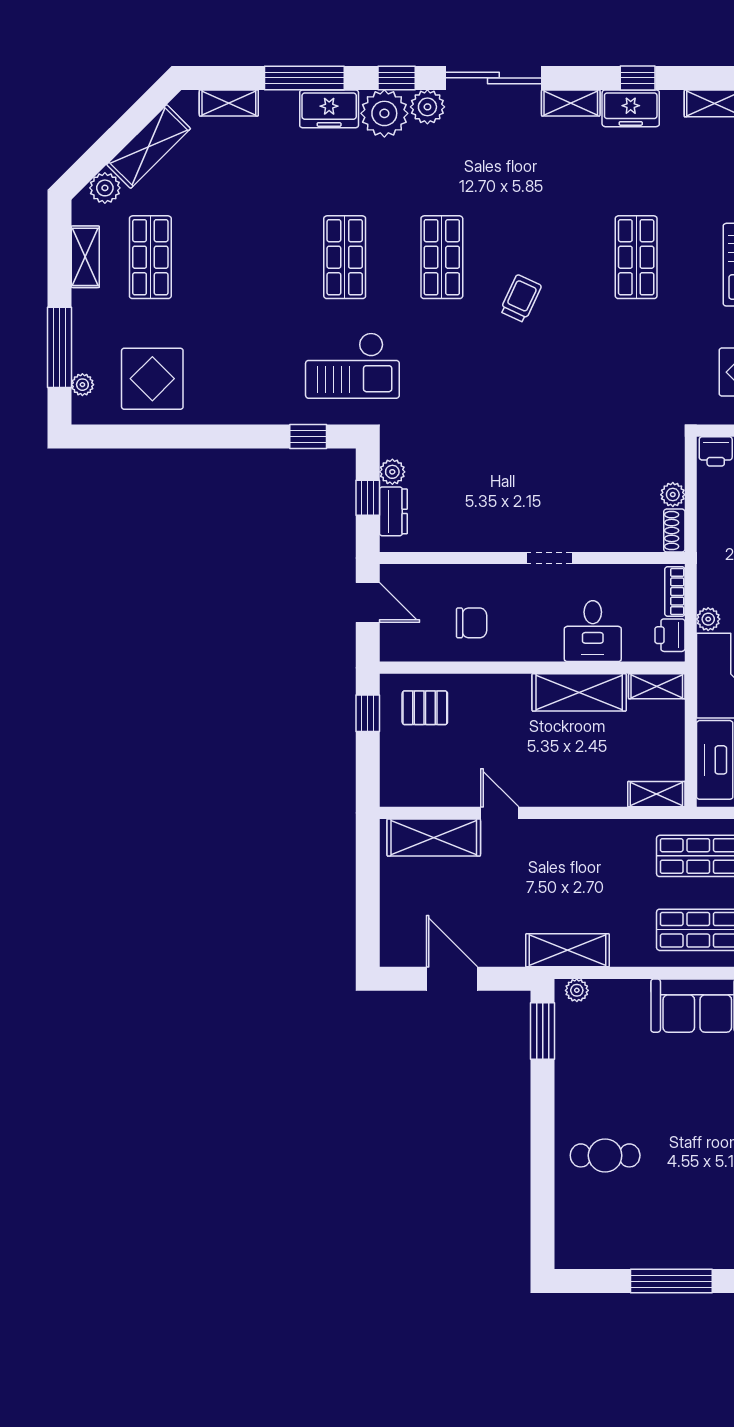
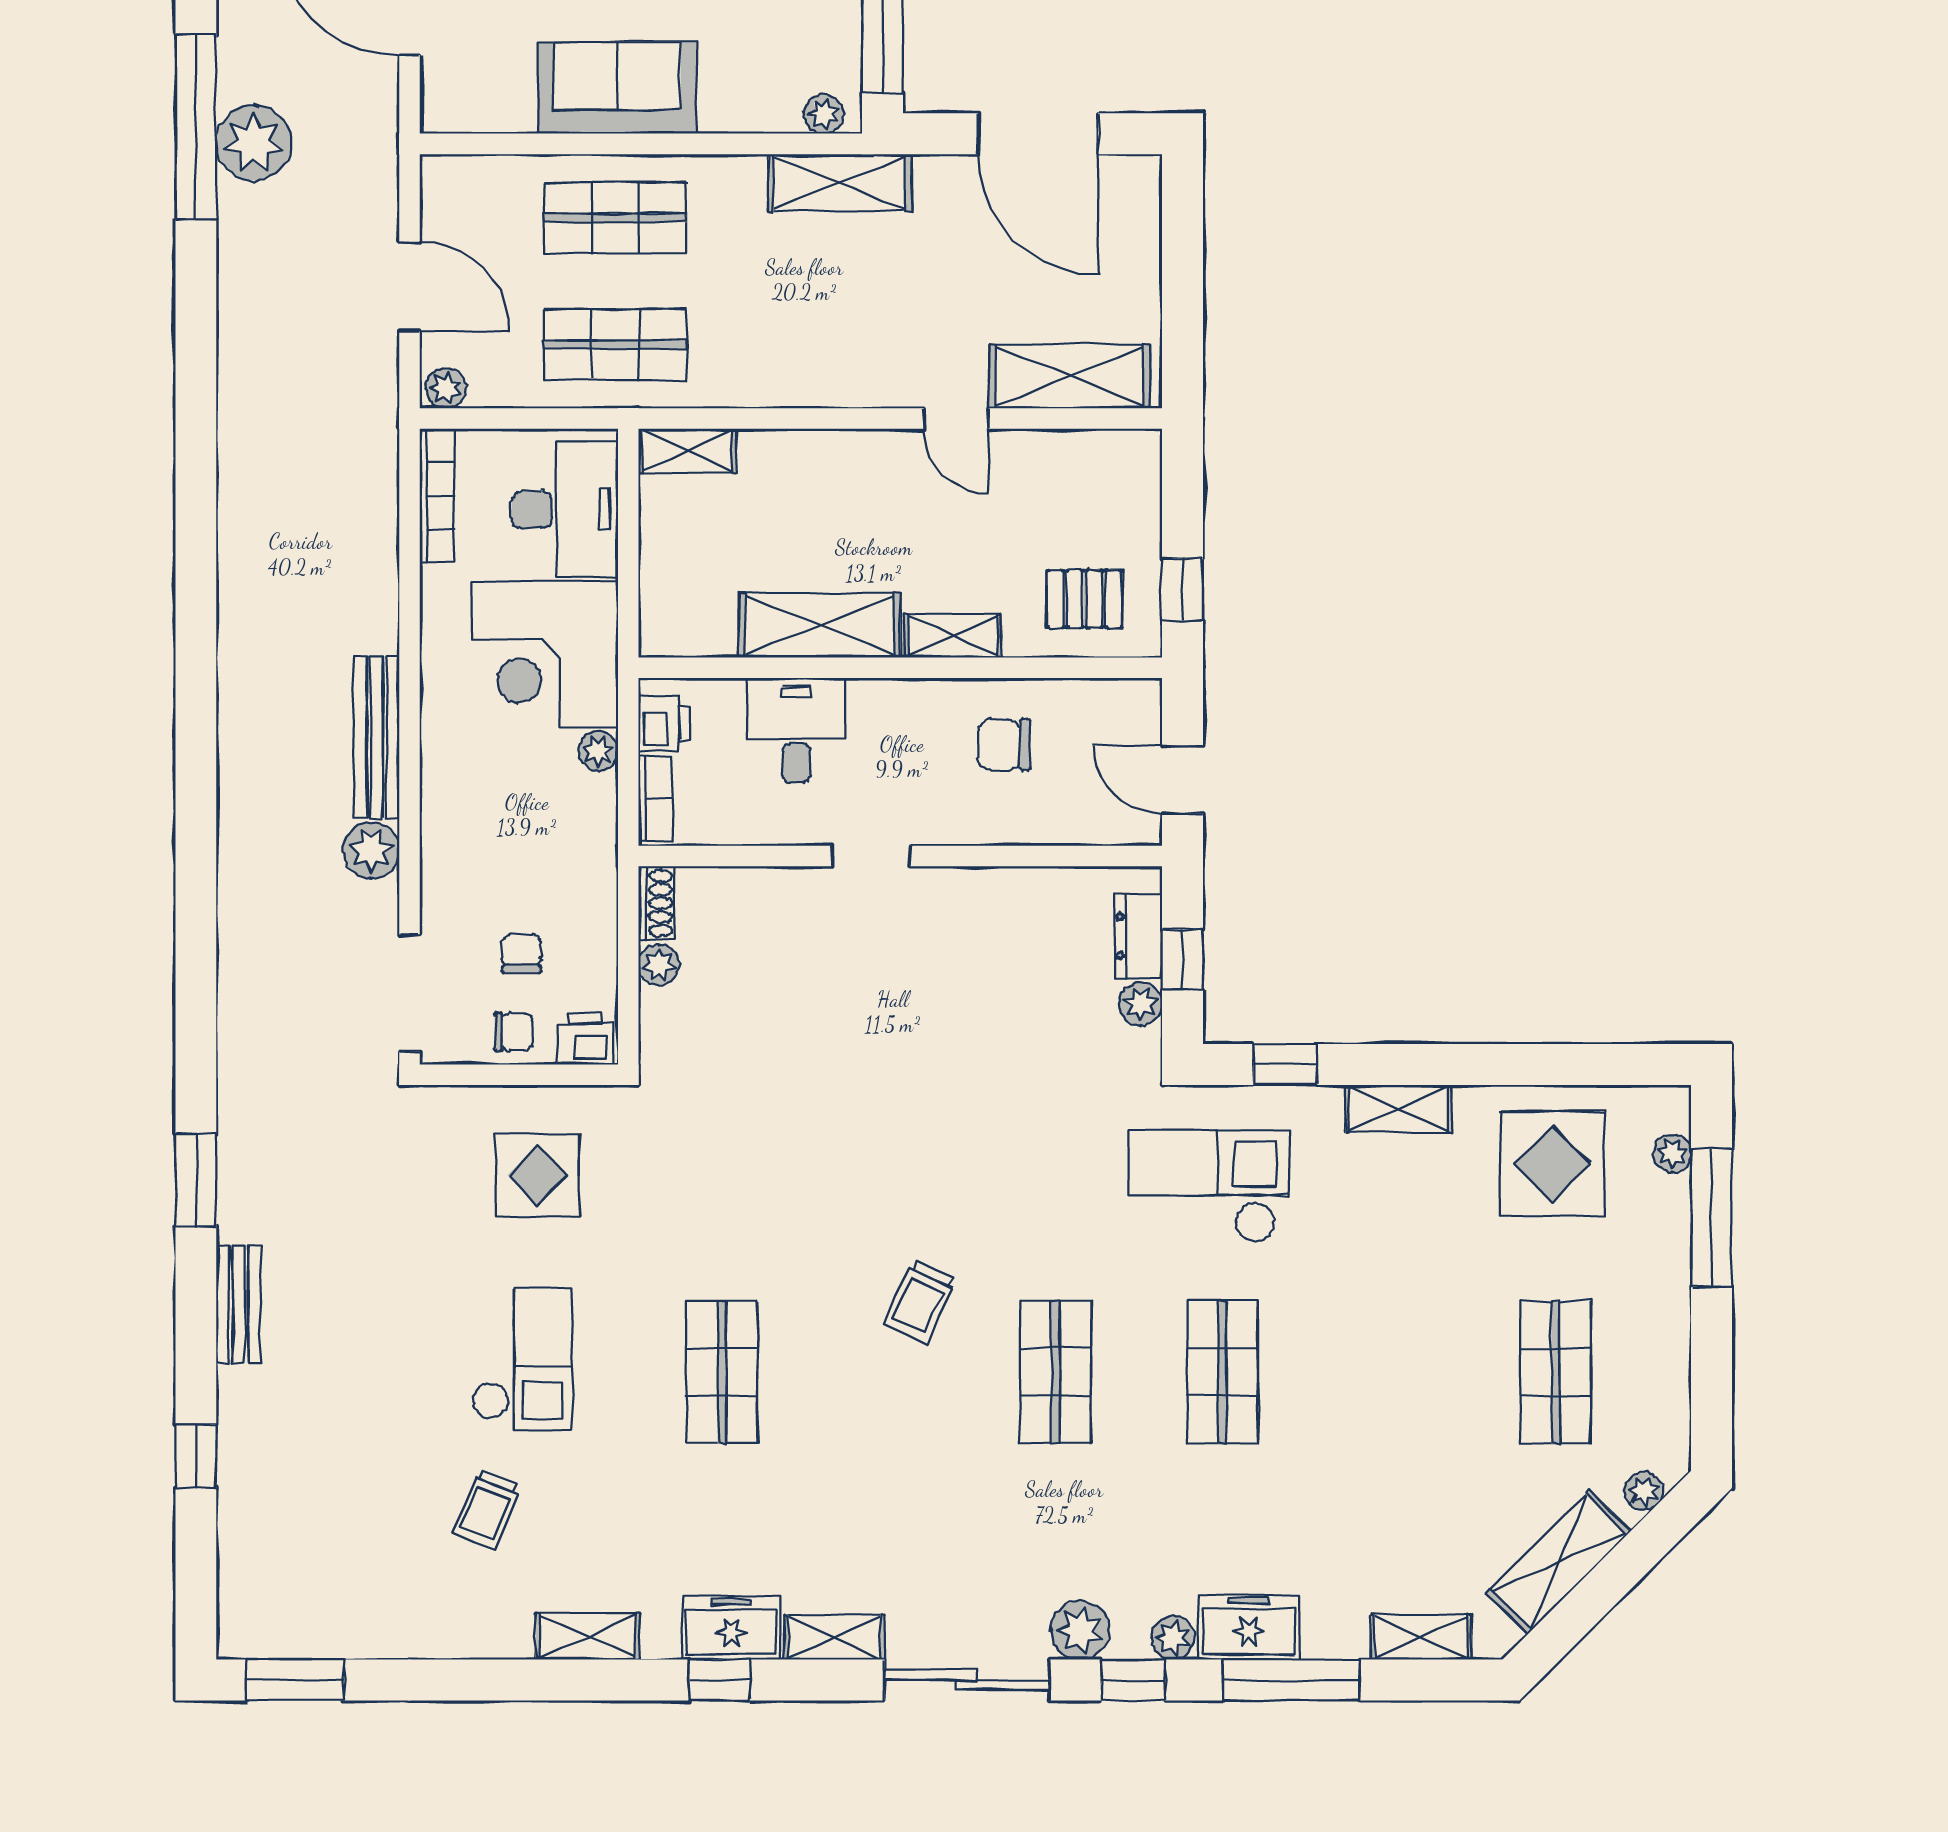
plant: (384, 113) -> (1173, 1638), width x0.53, depth x0.53
plant: (105, 188) -> (1644, 1491), width x0.73, depth x0.73
shelving: (85, 257) -> (1398, 1109), moved, turned 90
shelving: (657, 686) -> (953, 636), moved
door: (452, 979) -> (1038, 134), width x1.36

